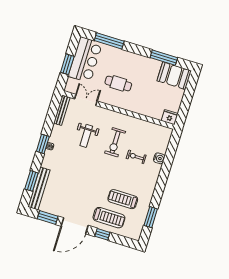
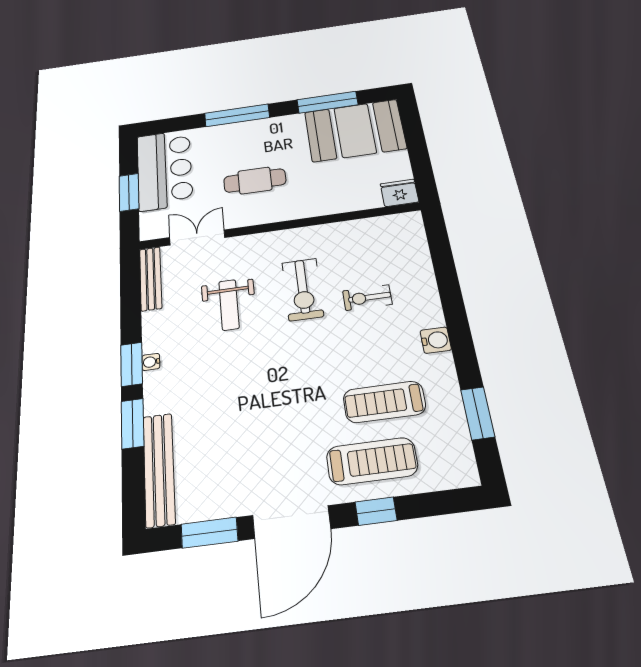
window: (109, 41) -> (237, 115), moved
booth: (174, 76) -> (355, 130), width x1.36, depth x1.42
water cooler: (159, 158) -> (436, 340), moved
window: (31, 181) -> (132, 424), moved

